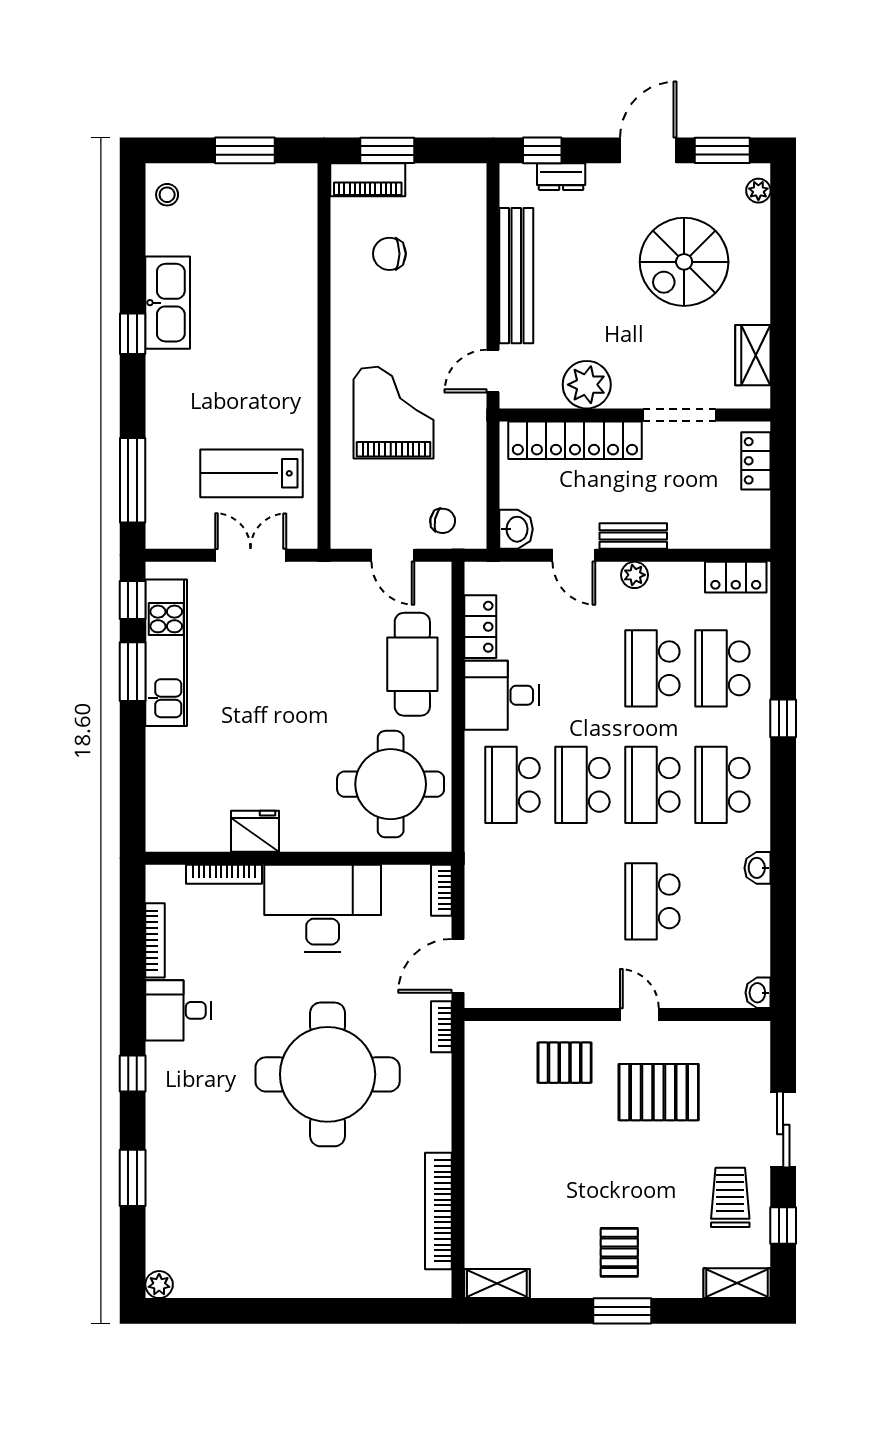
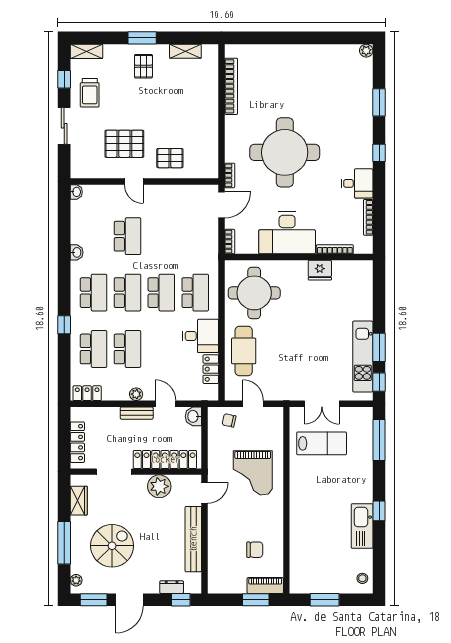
window: (783, 268) -> (64, 543), added
locker: (756, 461) -> (77, 442), width x1.53
shelving: (497, 1283) -> (185, 51), moved

